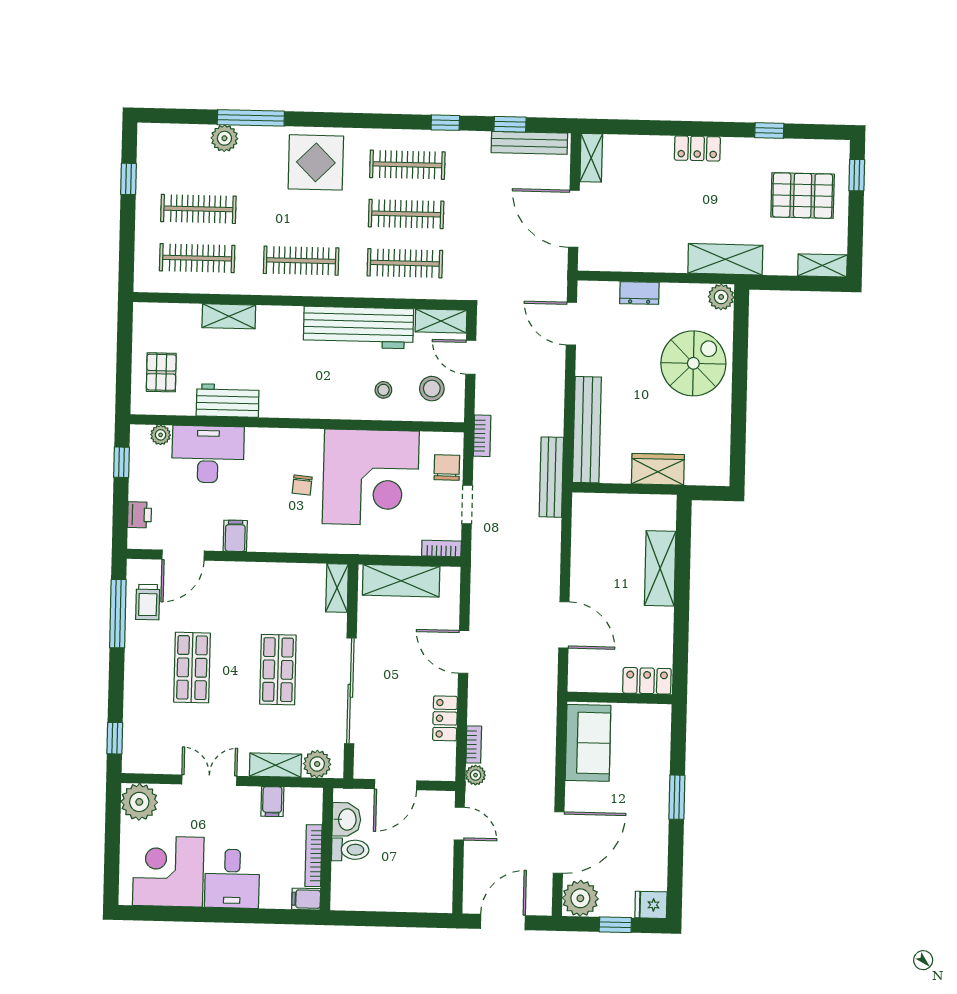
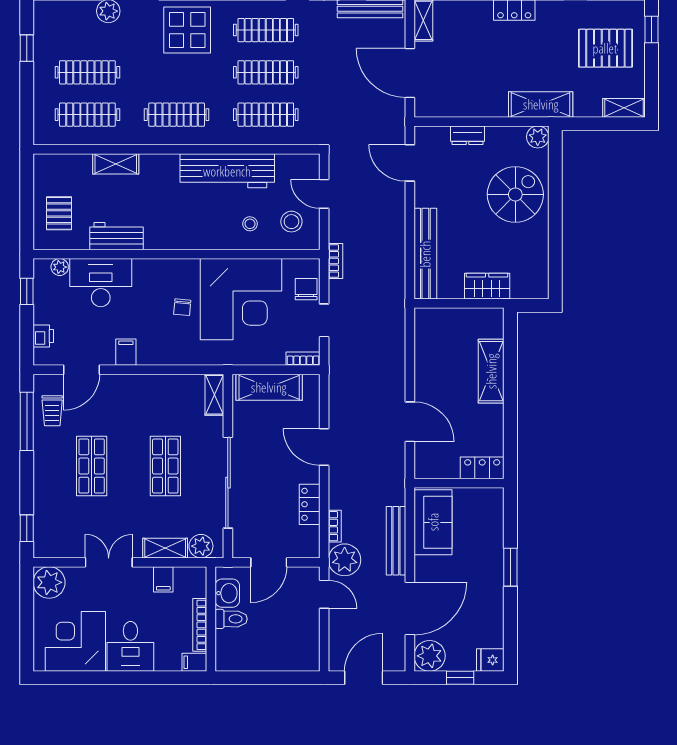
shelving: (441, 321) -> (298, 164), removed
bench: (551, 477) -> (396, 541), moved
plant: (476, 775) -> (345, 560), width x1.87, depth x1.87

